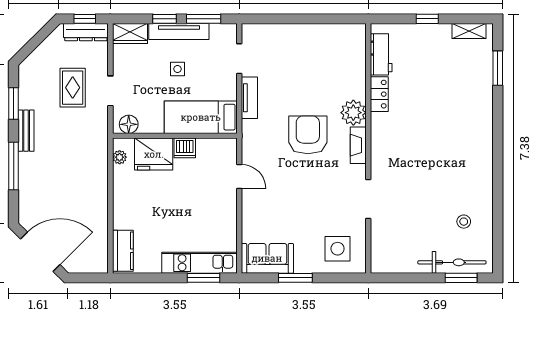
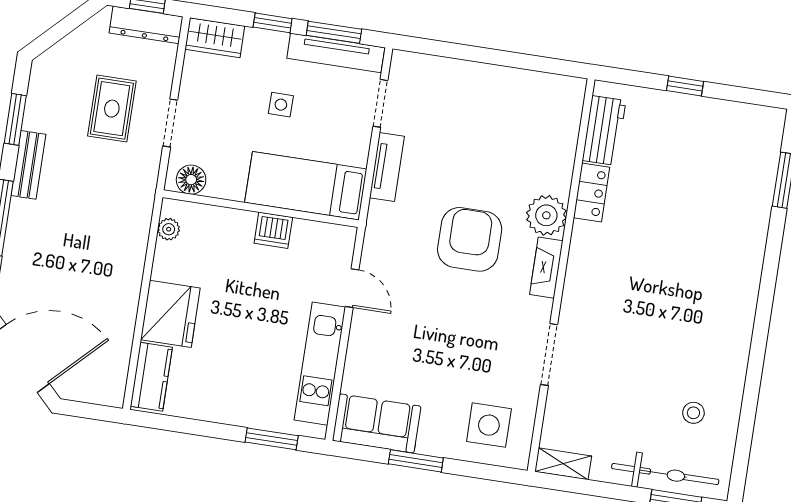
shelving: (469, 31) -> (563, 464), moved
tv unit: (179, 32) -> (336, 53), moved
fridge: (154, 154) -> (170, 314), moved, turned -90
kitchen unit: (199, 263) -> (320, 364), moved, turned -90

